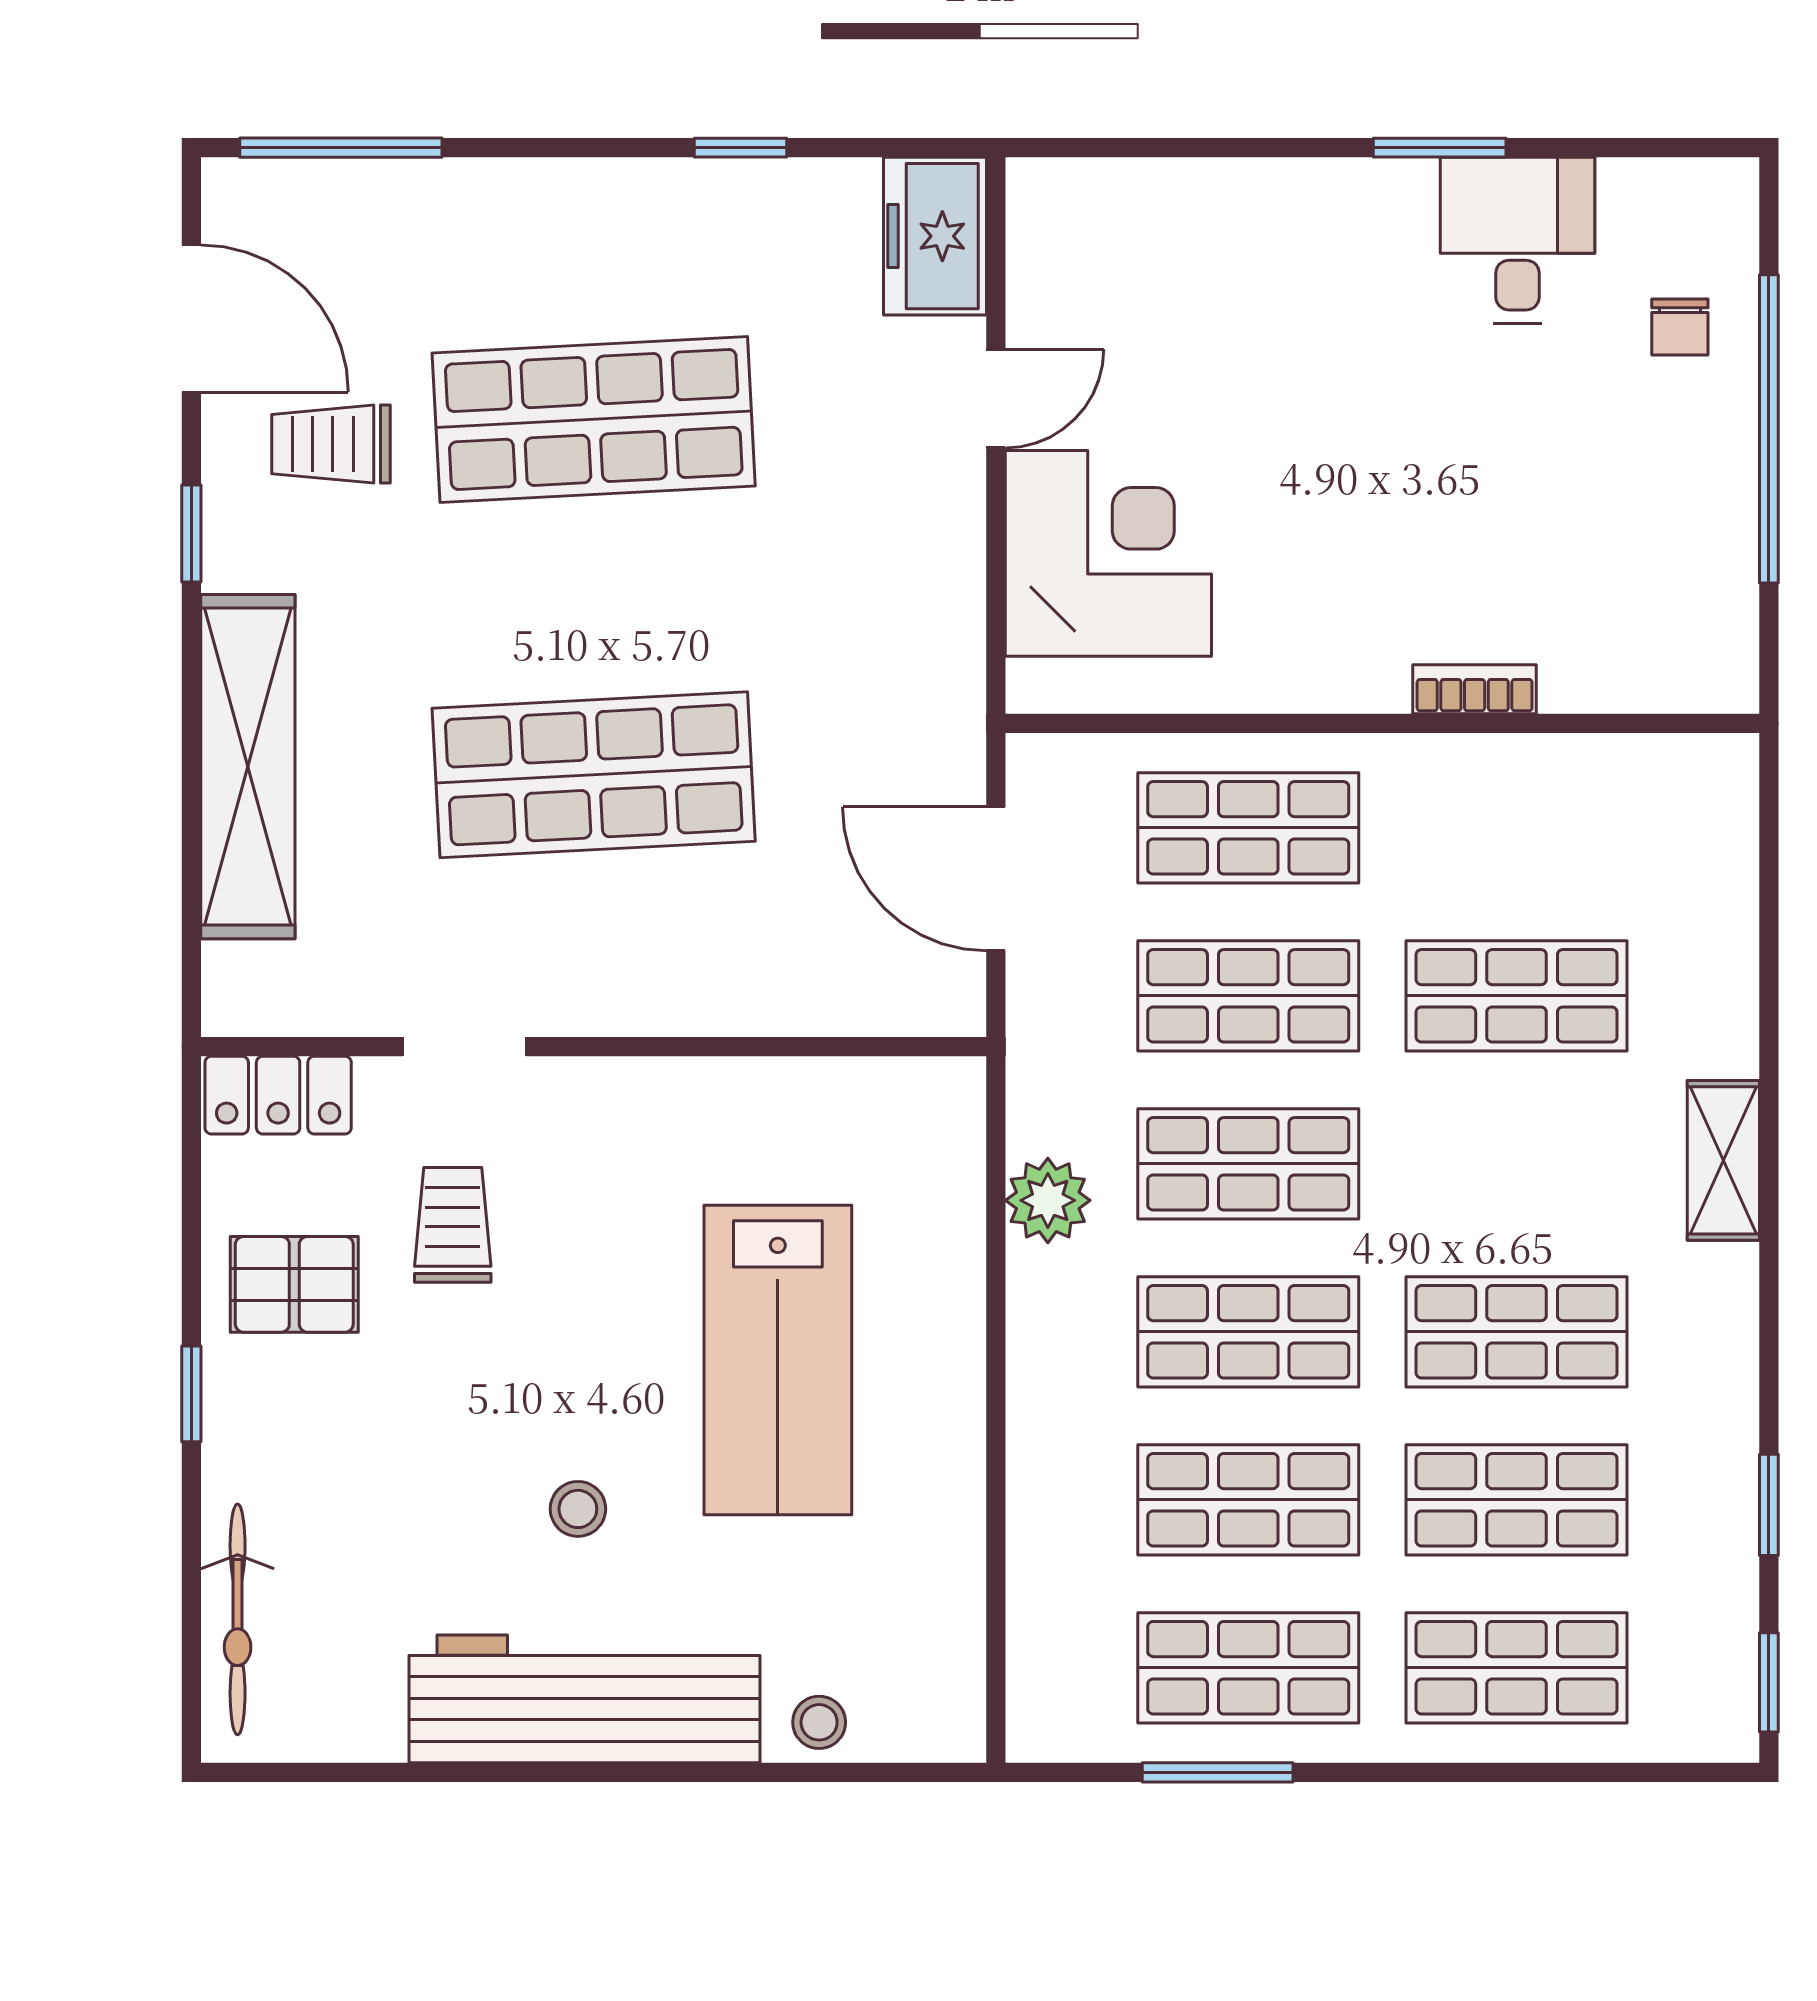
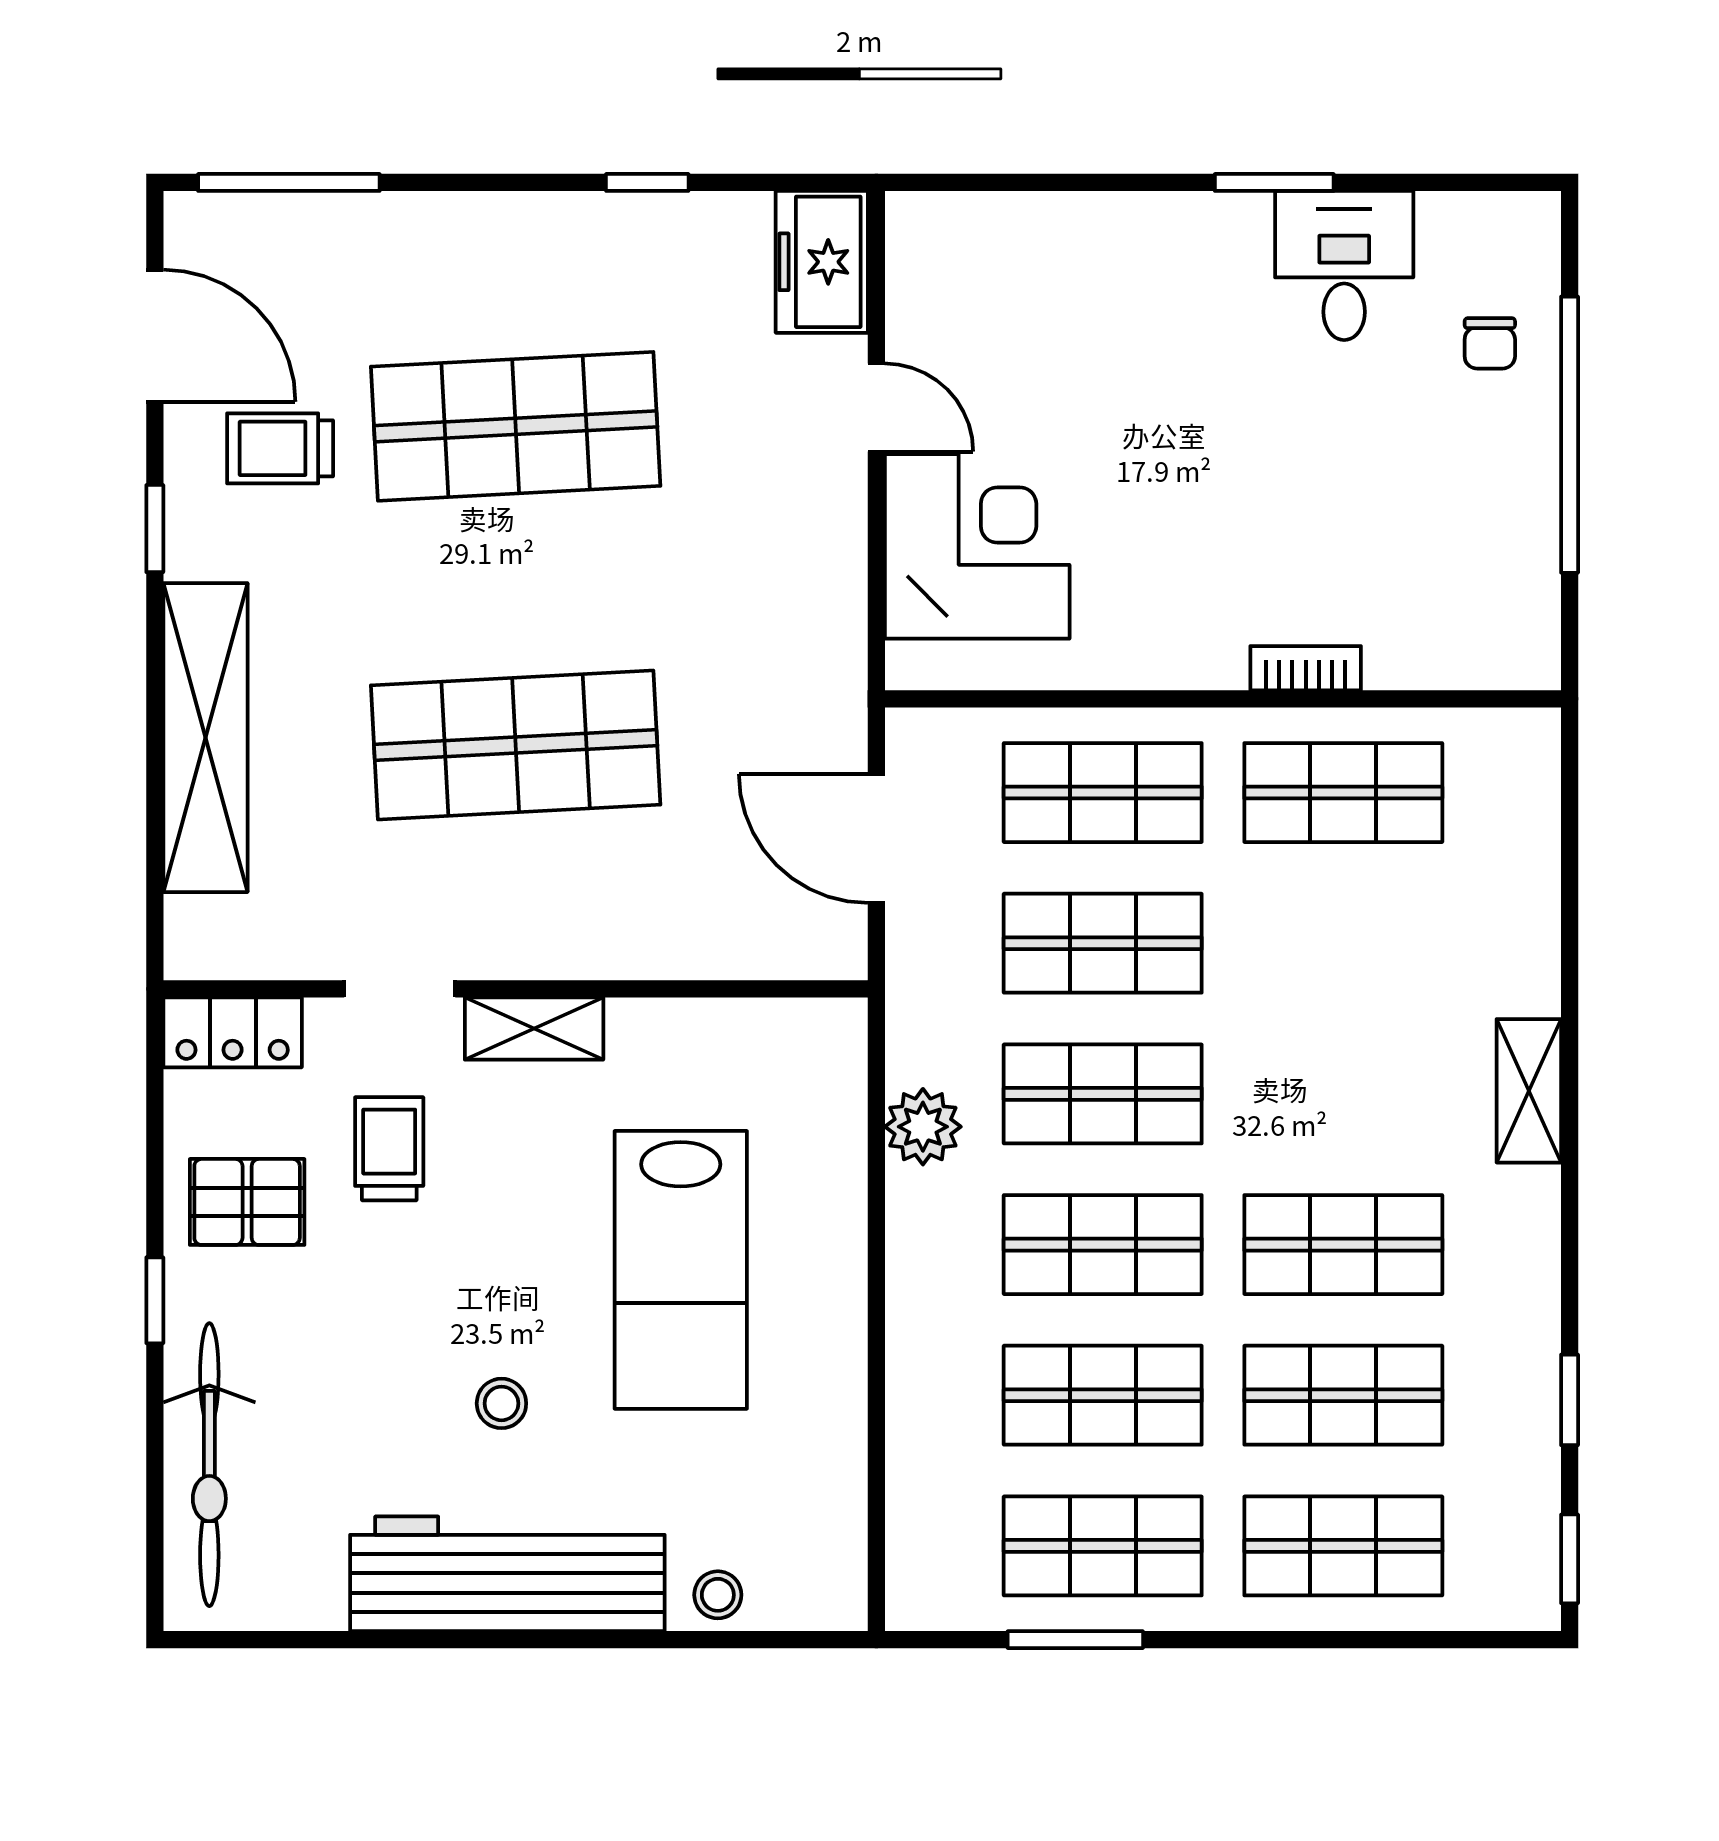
door: (996, 399) -> (876, 408), hinge flipped
shop shelf: (1517, 996) -> (1343, 793), moved
shelving: (614, 1091) -> (534, 1029), added
bicycle: (238, 1619) -> (209, 1465), width x1.37, depth x1.40

